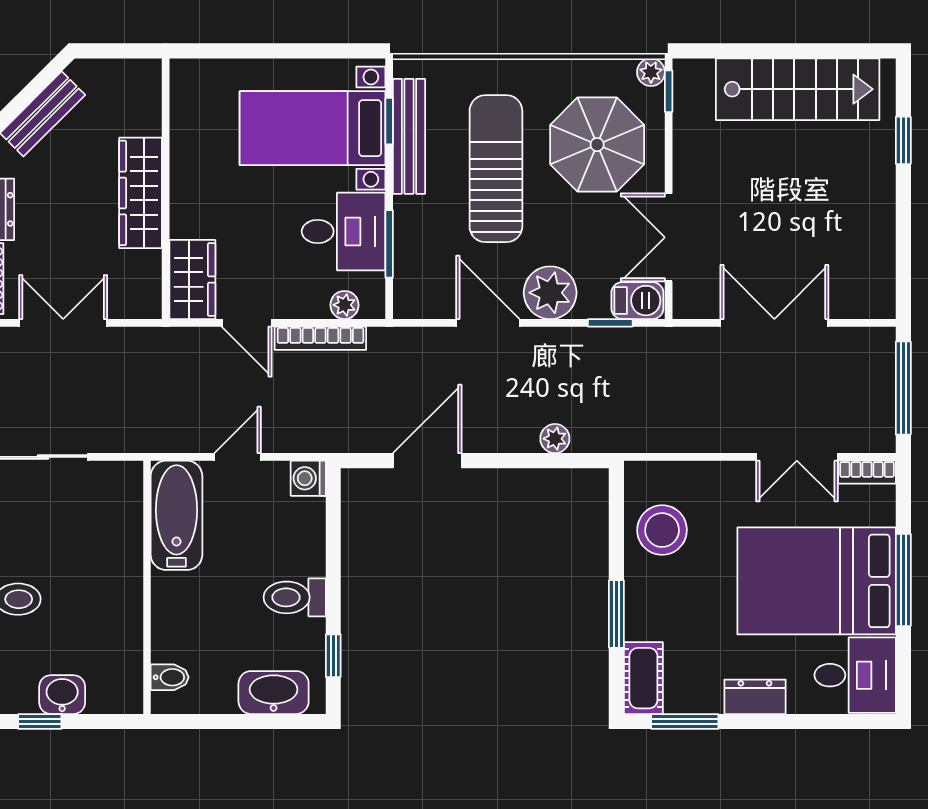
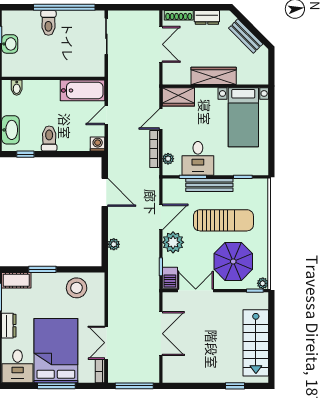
bed with nightstands: (313, 128) -> (243, 117), moved, turned 180
bench: (409, 136) -> (209, 185), moved
door: (238, 457) -> (106, 115), swing flipped

